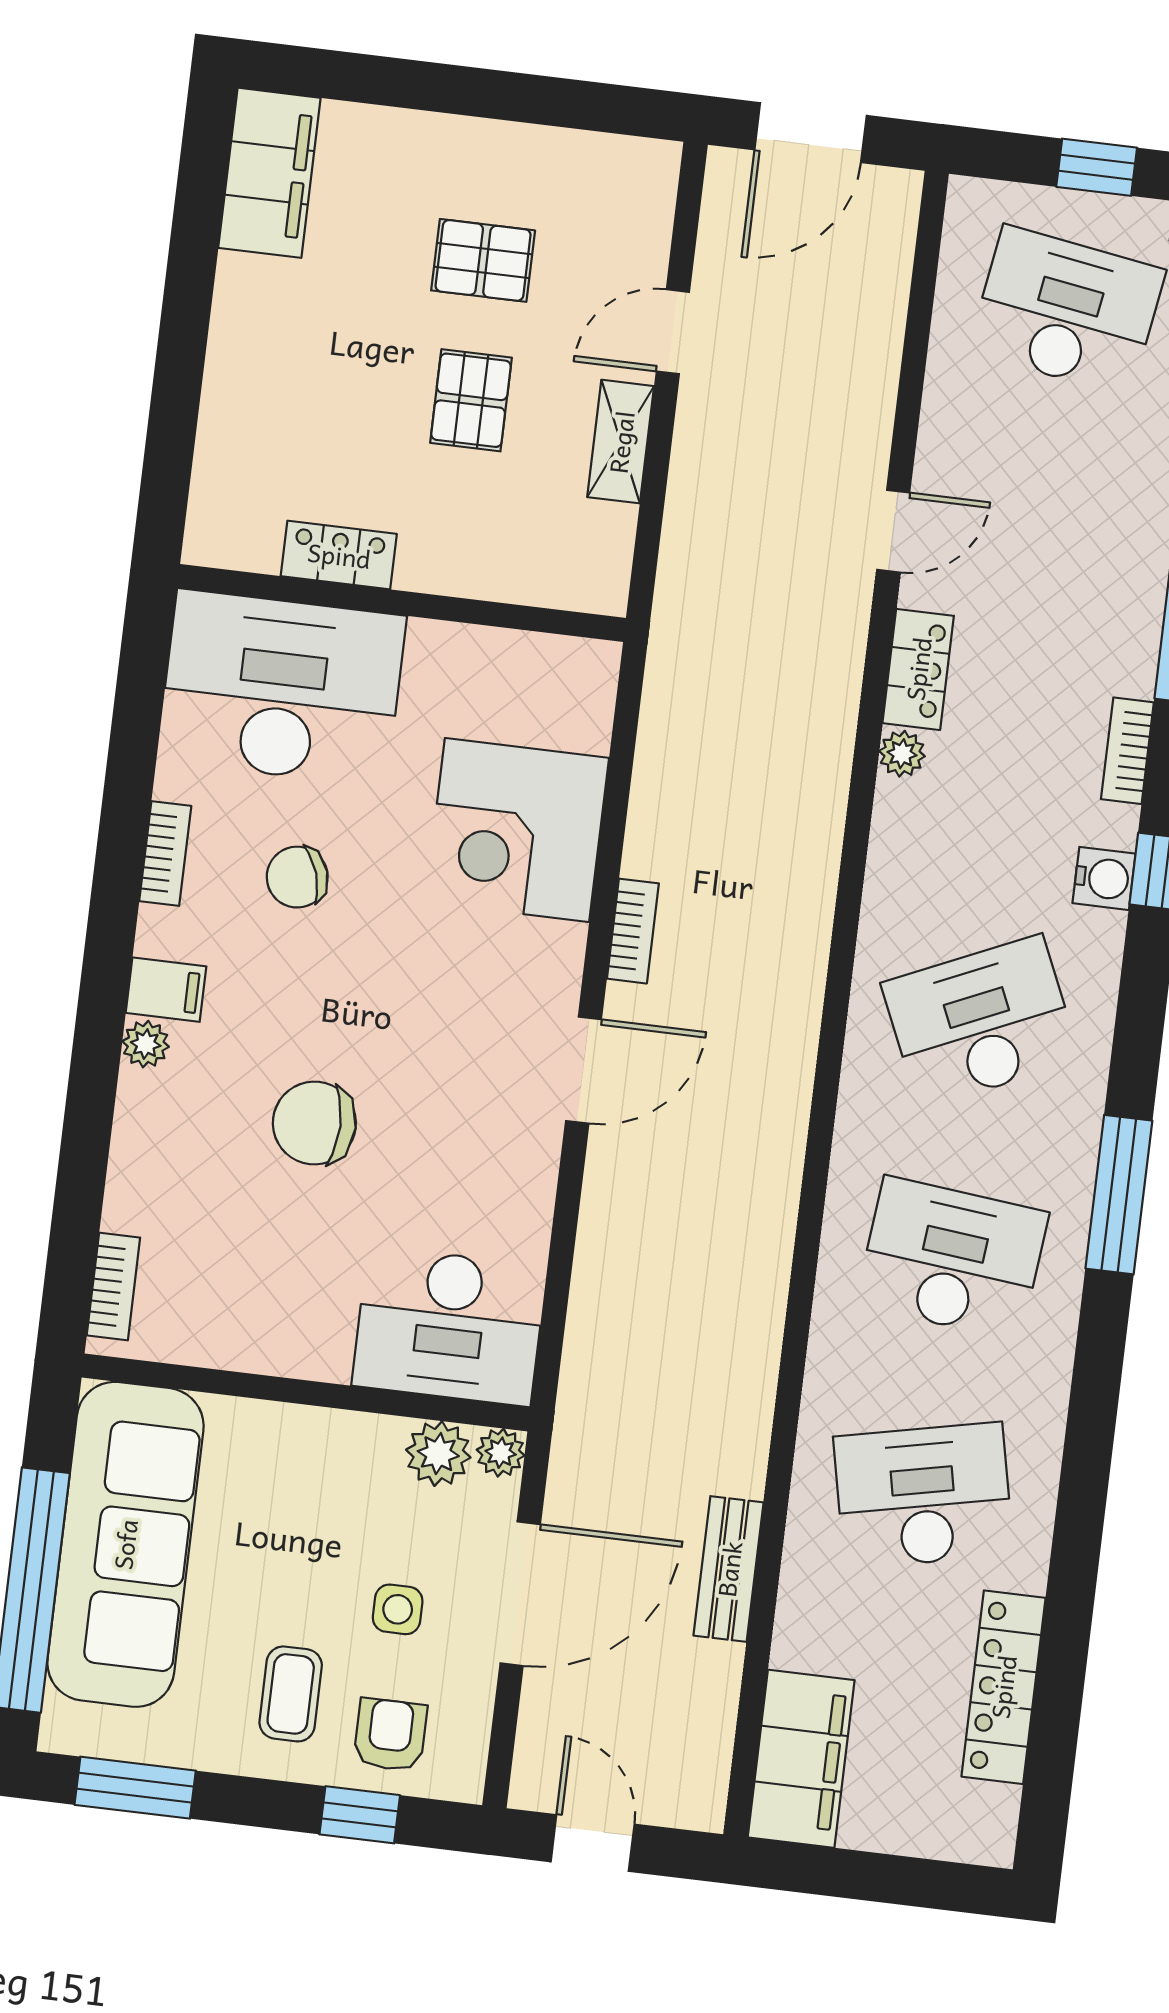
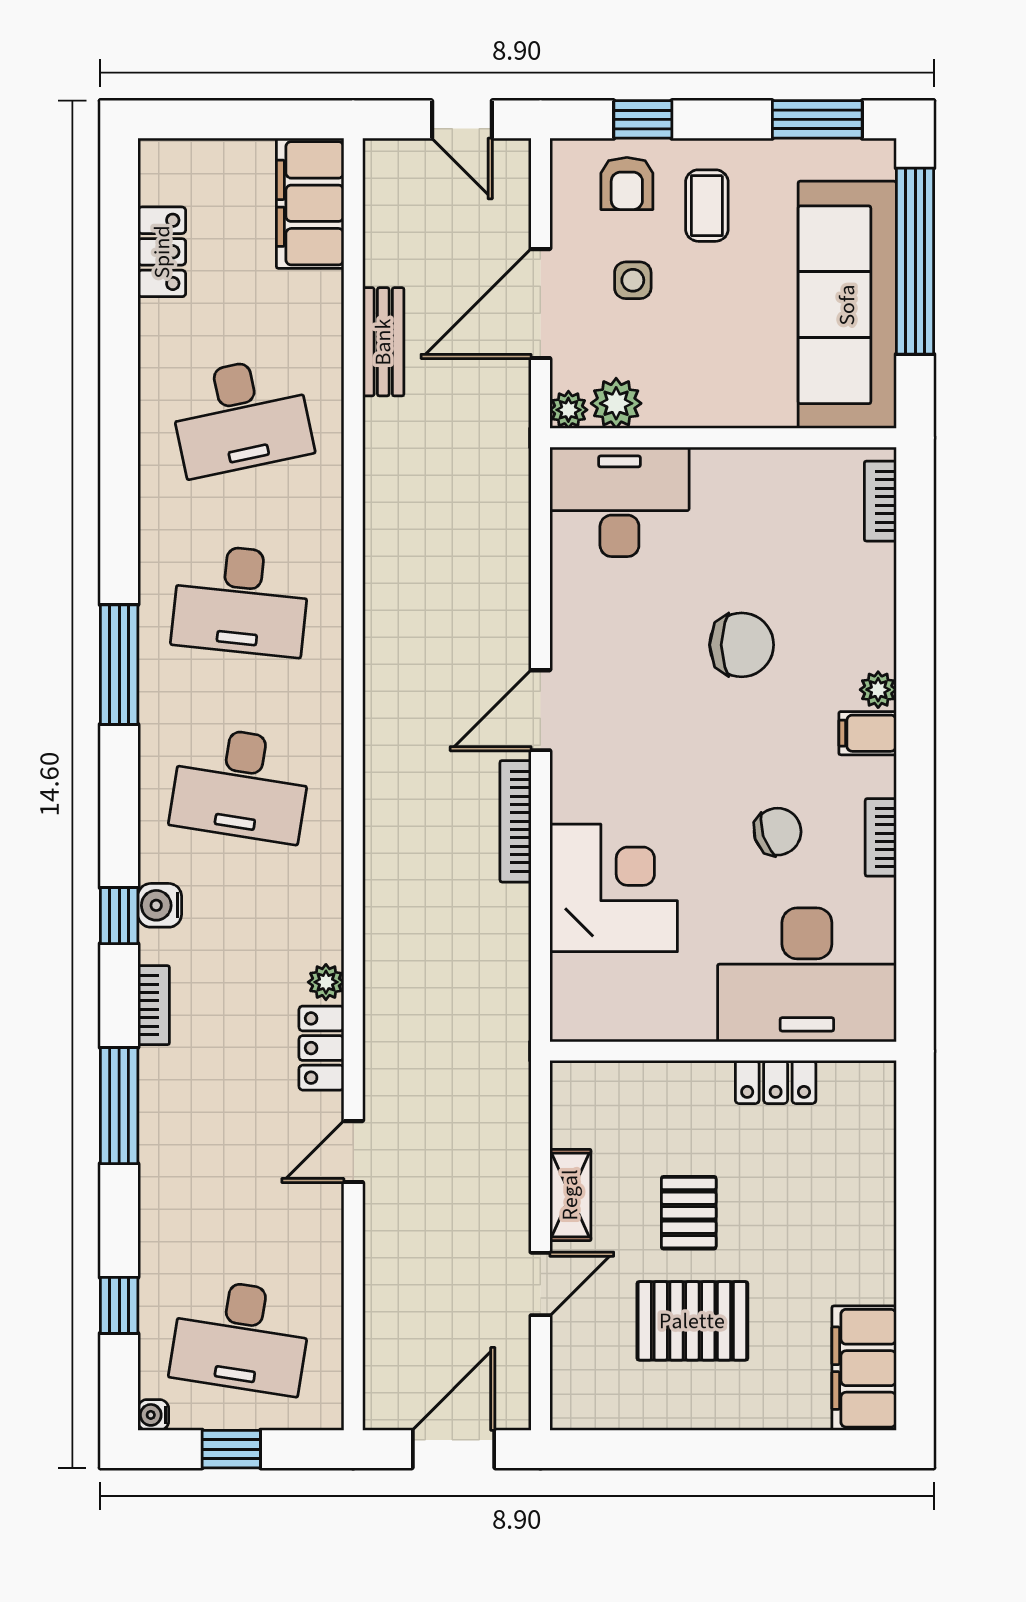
pallet: (483, 260) -> (692, 1321), width x1.50, depth x1.42
bookcase: (633, 931) -> (516, 821), width x1.56
desk: (981, 1022) -> (241, 784), turned 33
locker: (1003, 1687) -> (162, 252), width x0.66

